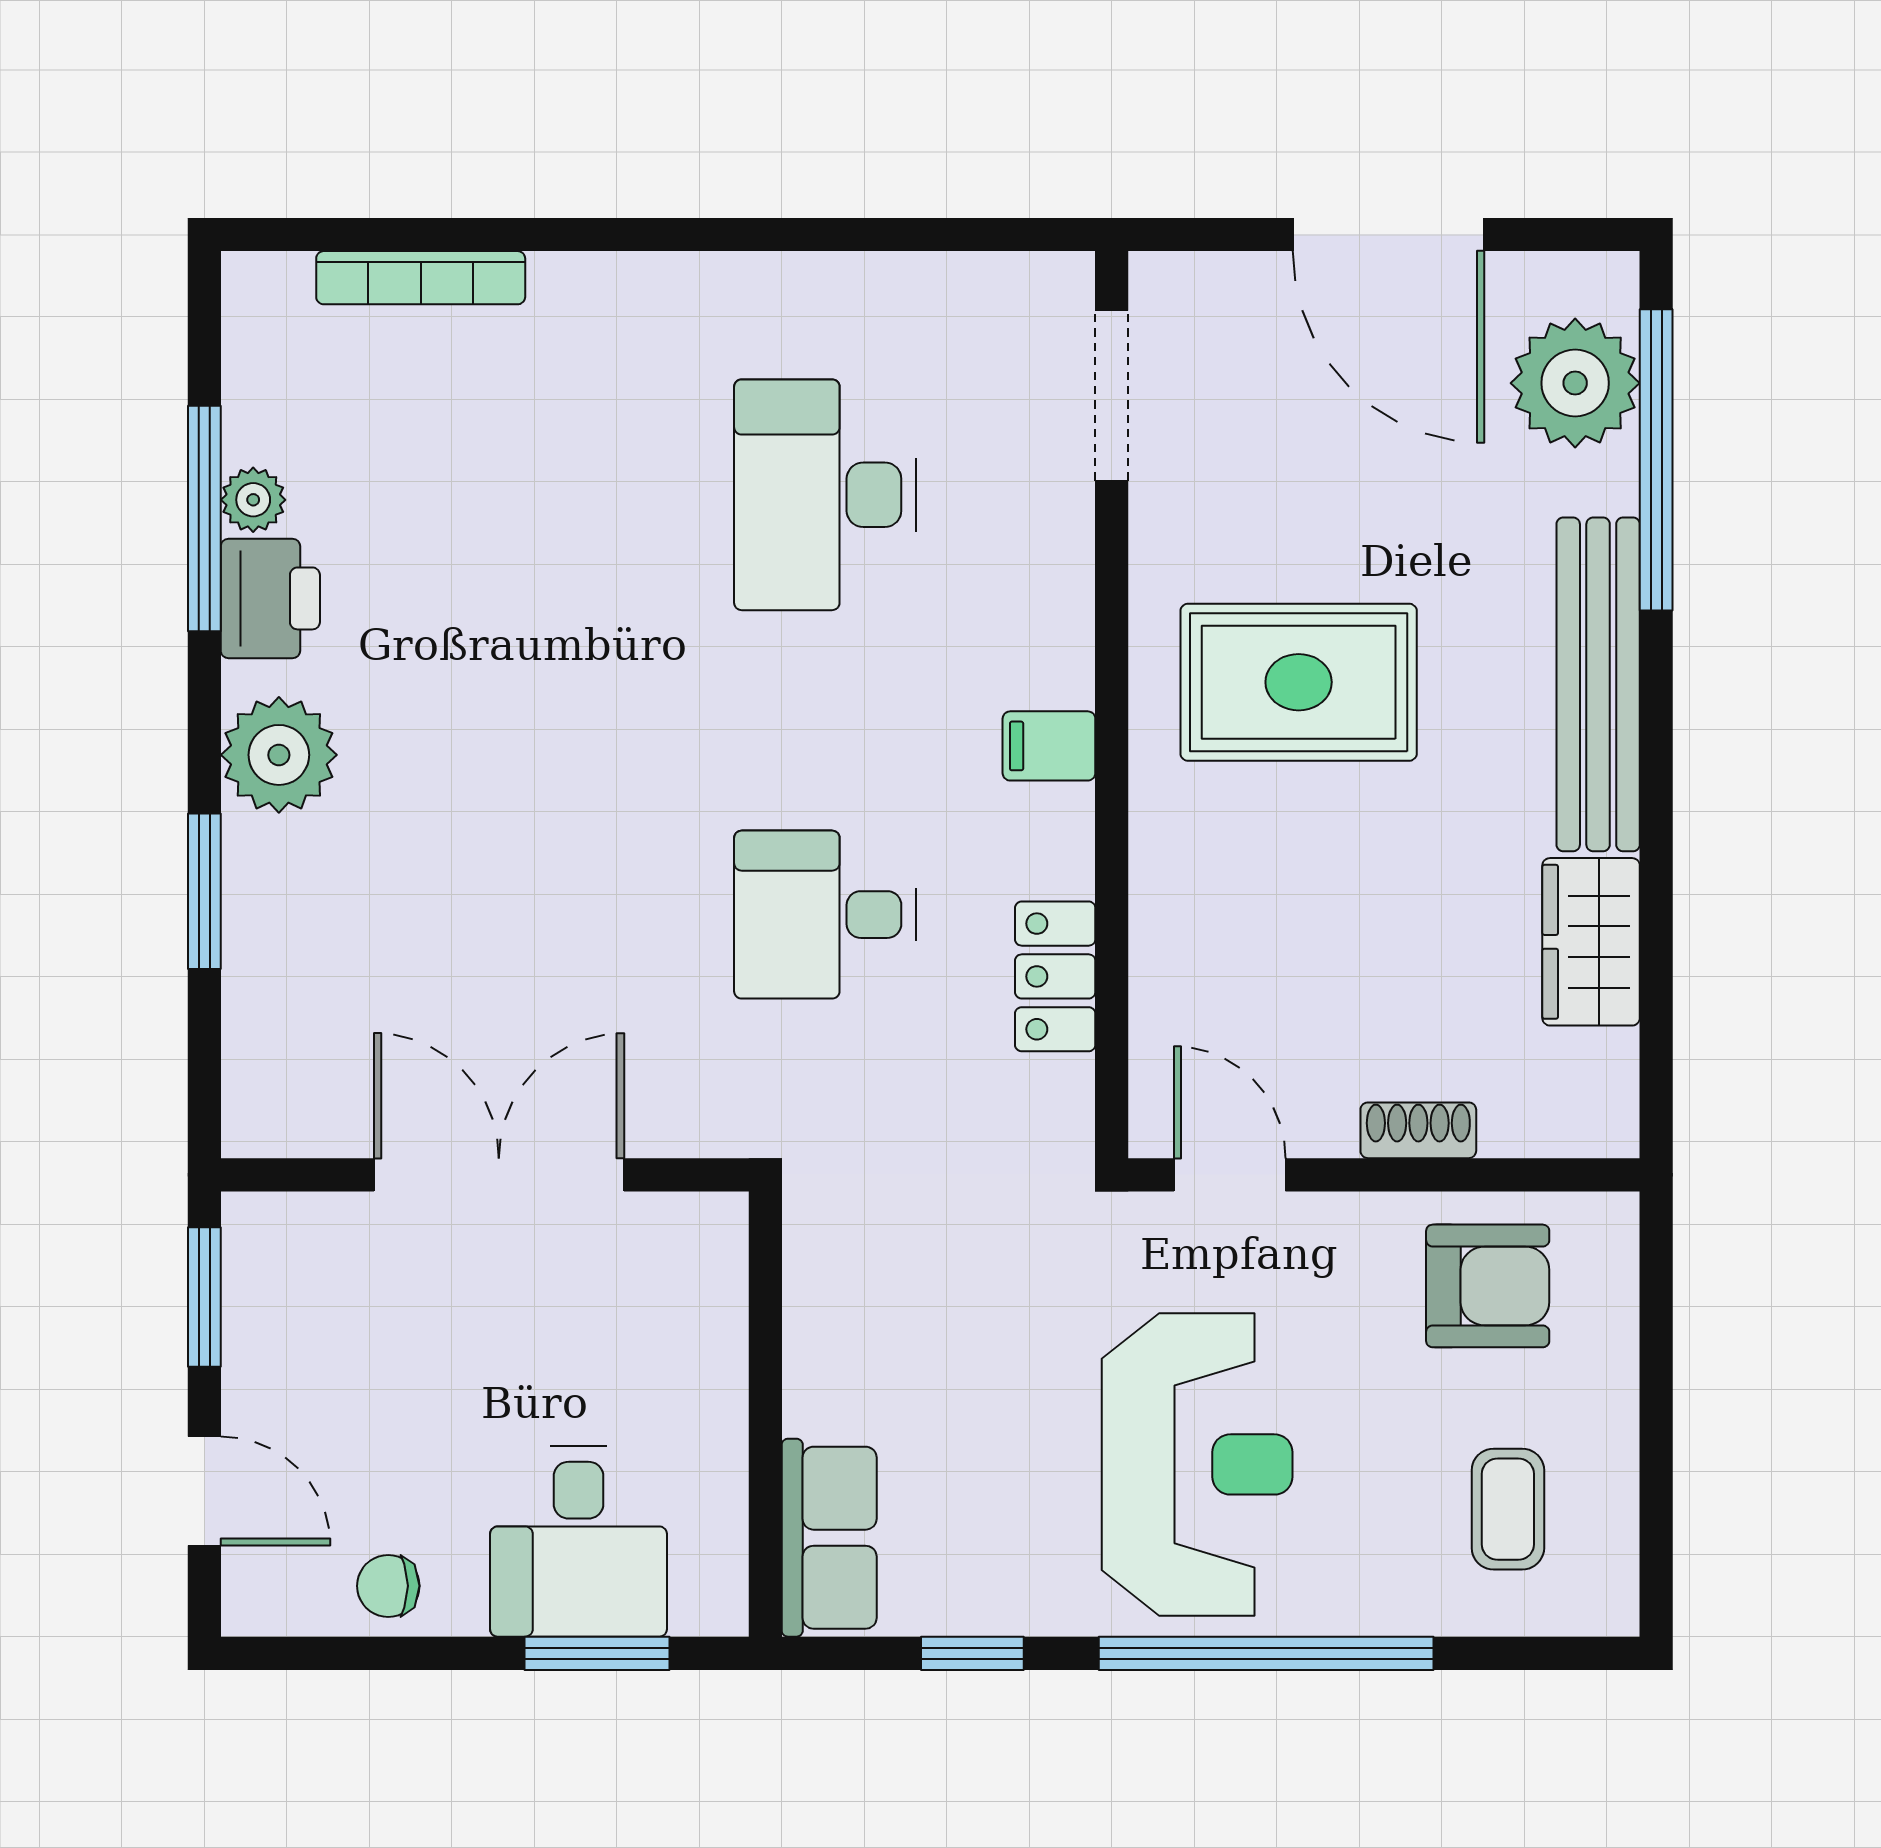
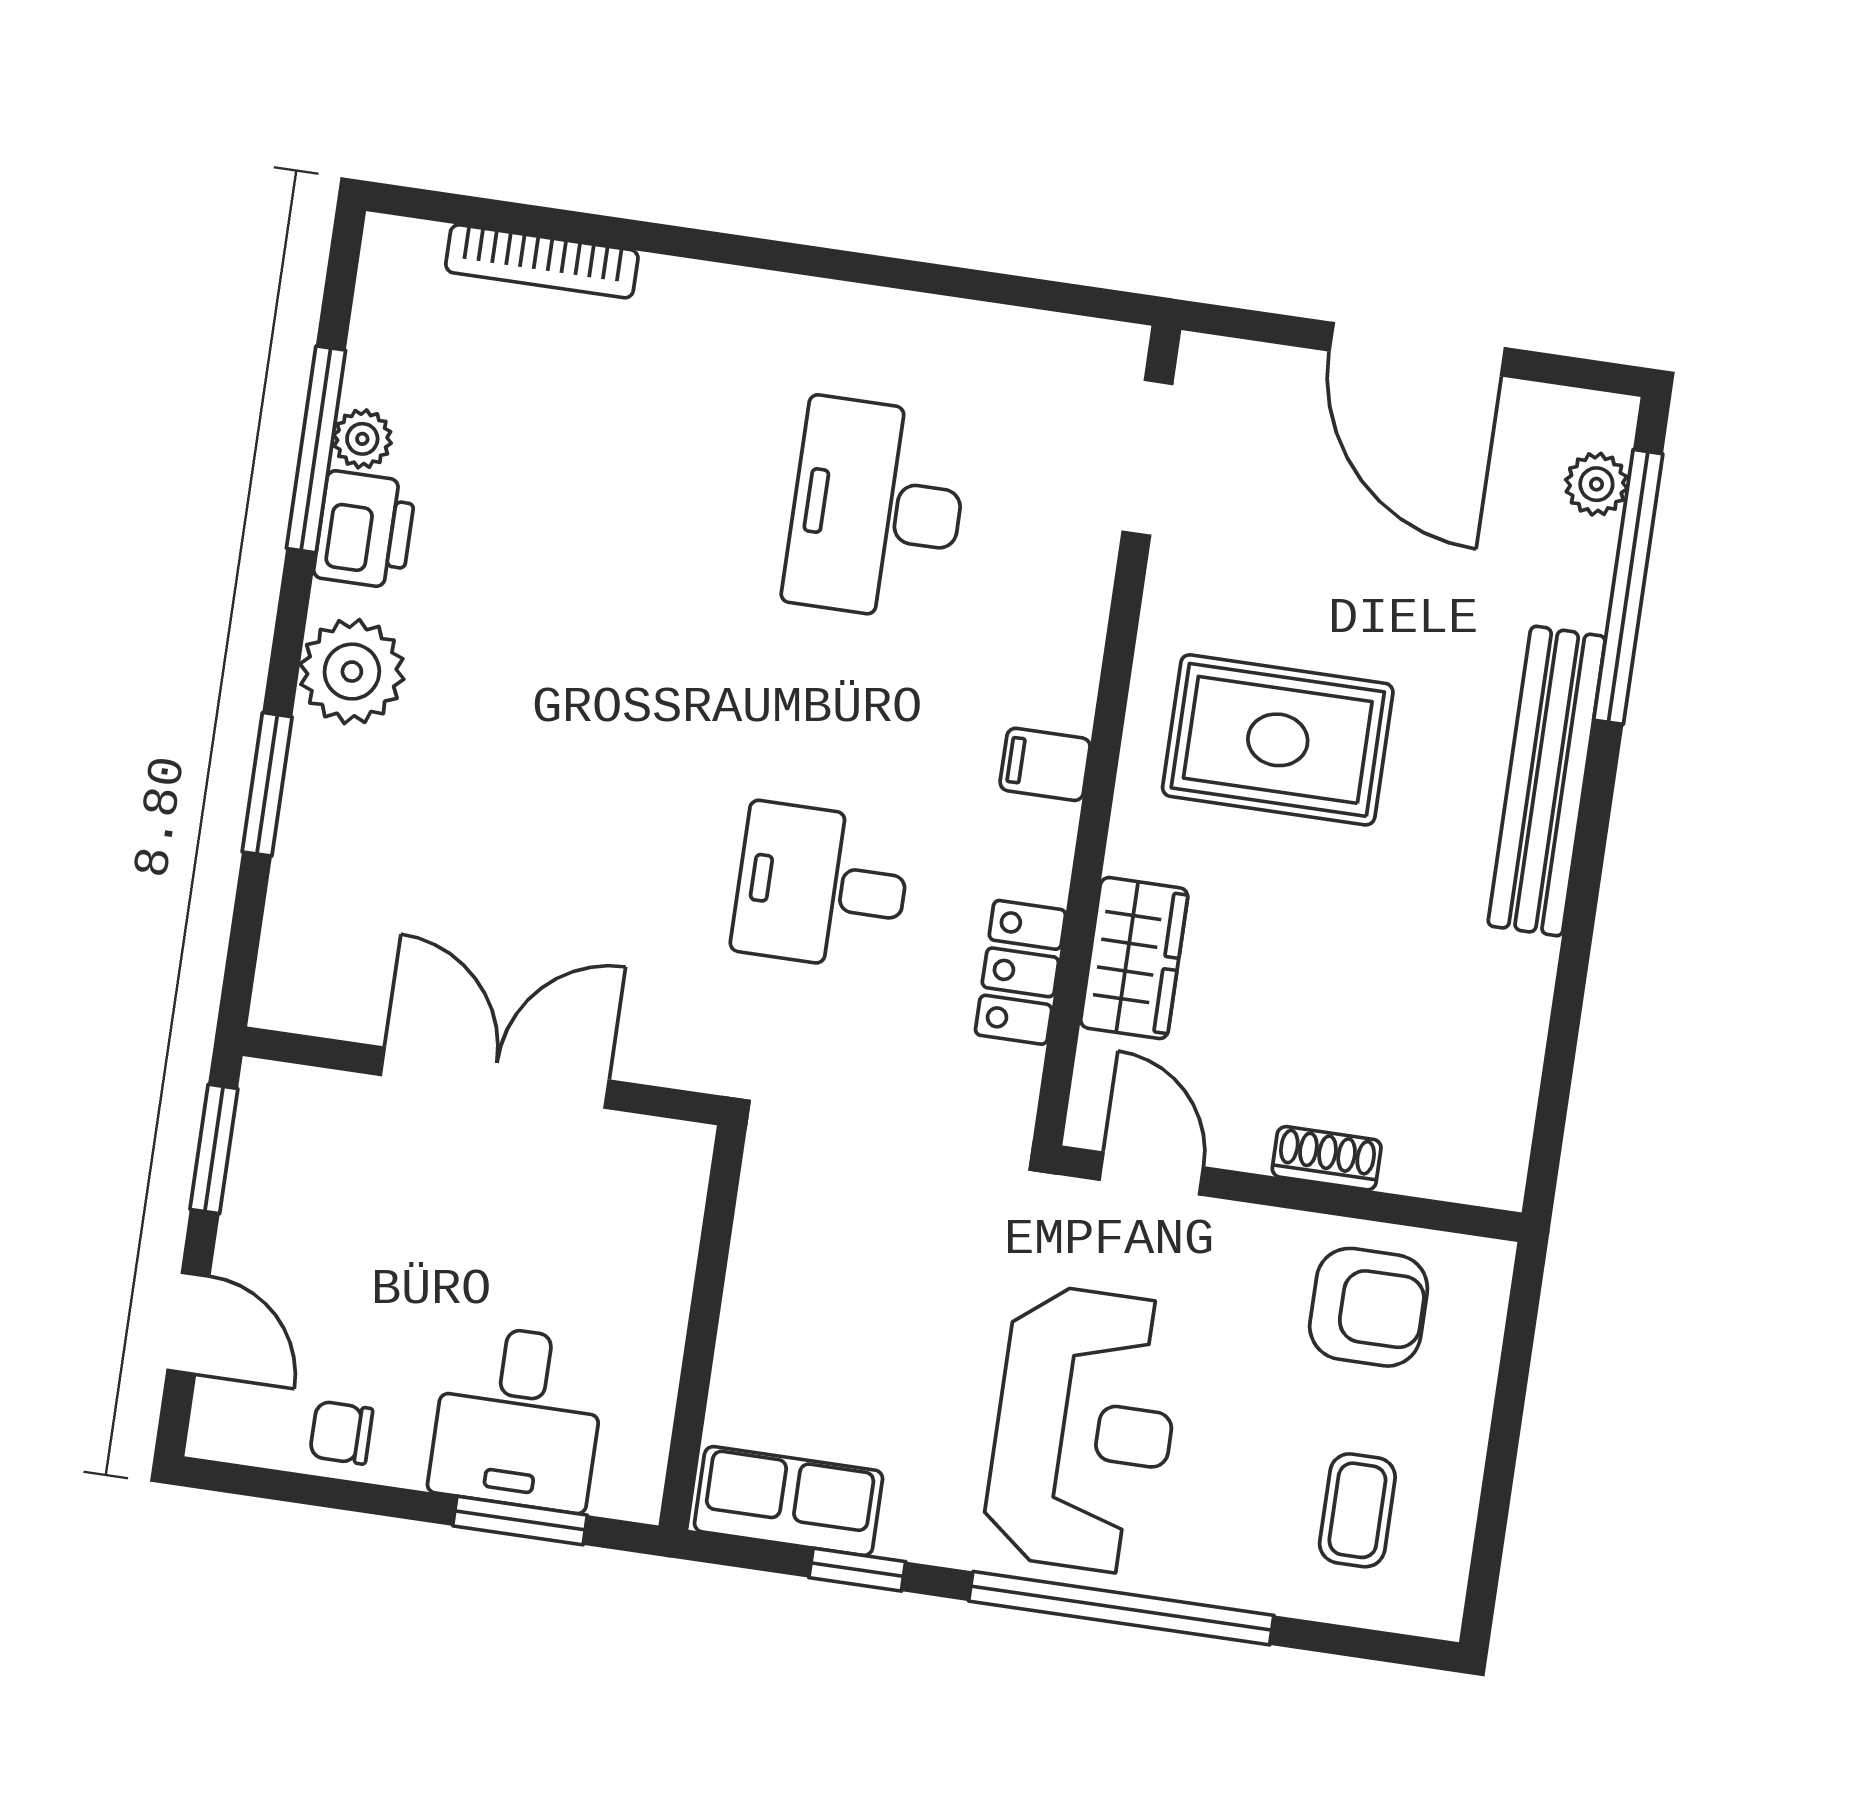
plant: (1575, 383) -> (1596, 484), width x0.53, depth x0.53
wardrobe: (1591, 942) -> (1134, 958), moved, turned 180
row of seats: (829, 1538) -> (789, 1501), moved, turned -90

